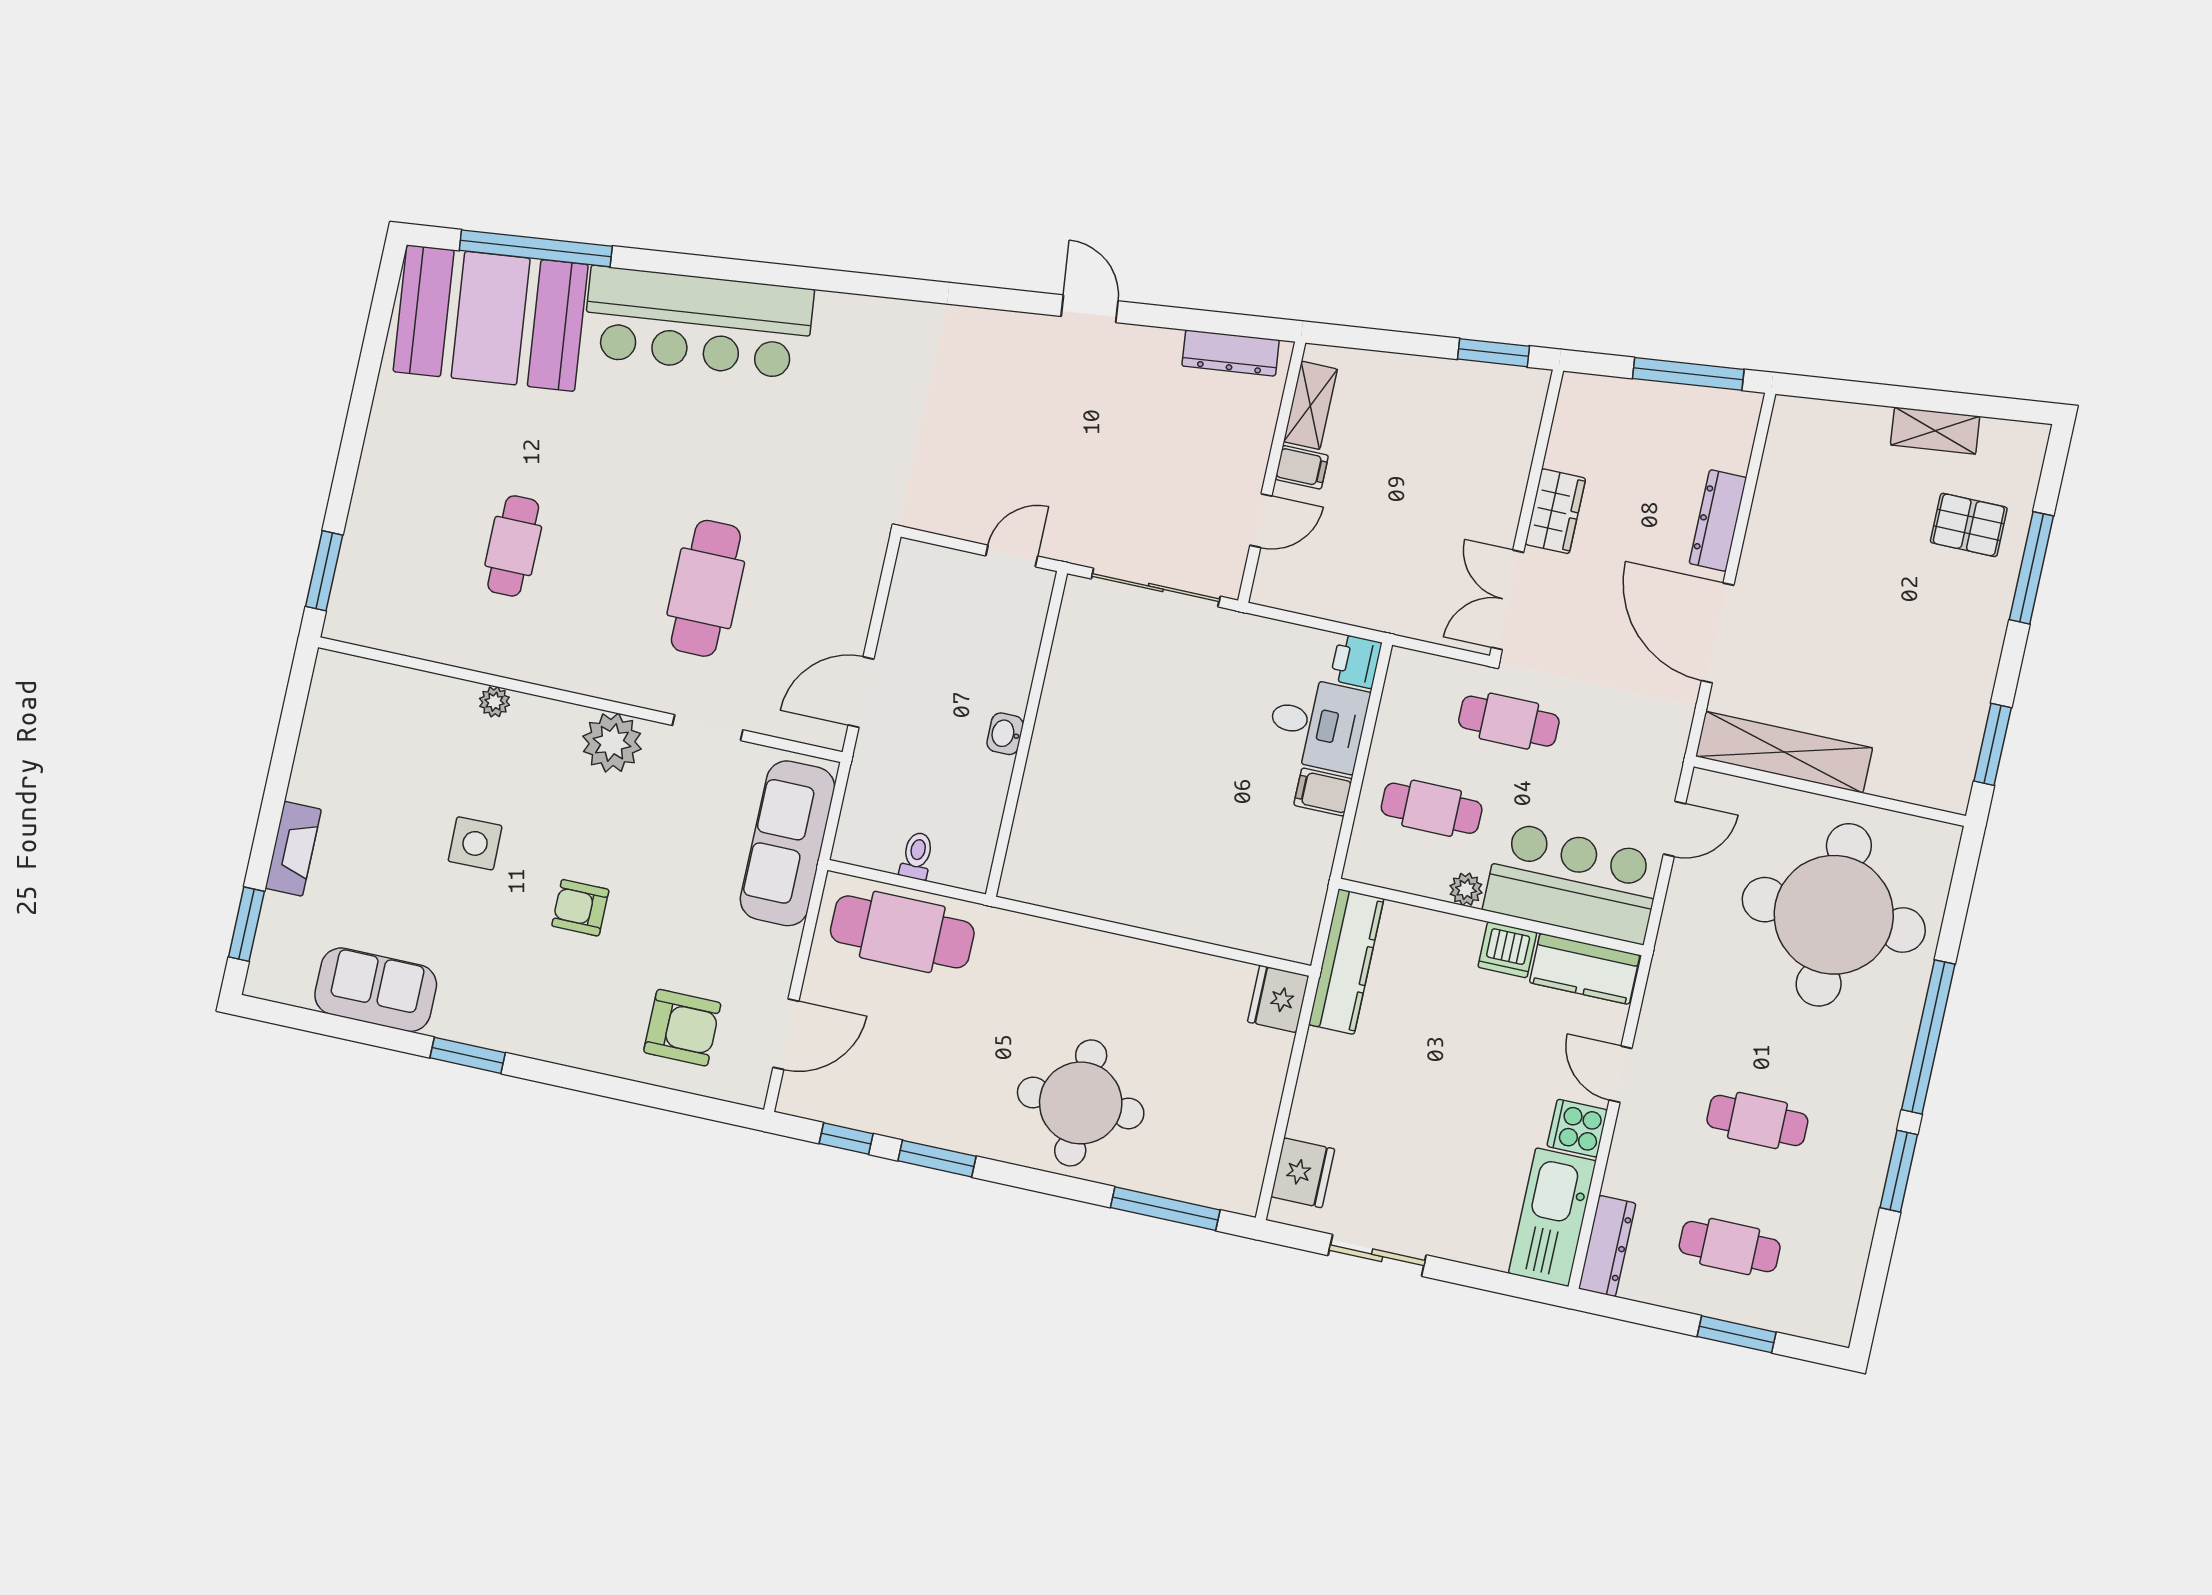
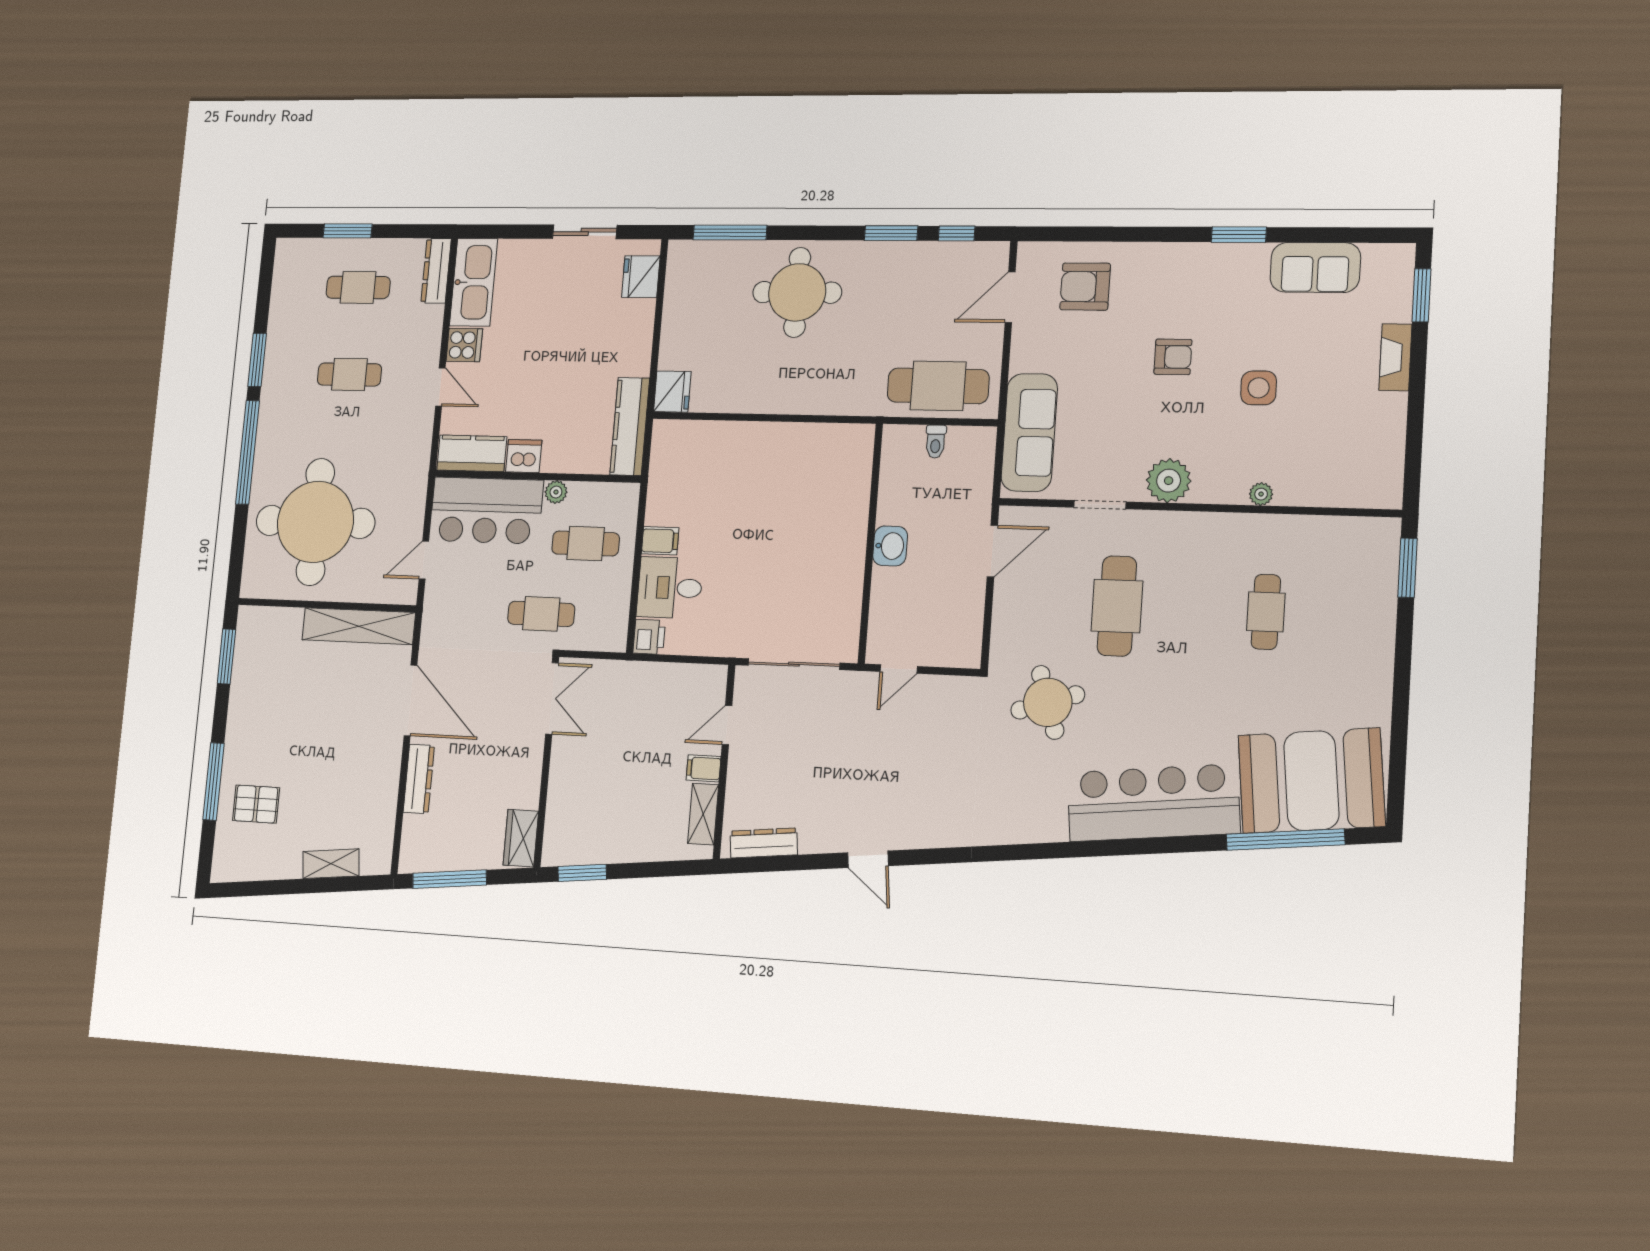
shelving: (1935, 431) -> (331, 864), moved
round table: (817, 477) -> (1048, 702), added
wardrobe: (1555, 511) -> (521, 838), moved
washbasin: (1005, 734) -> (890, 546), width x1.38, depth x1.45

